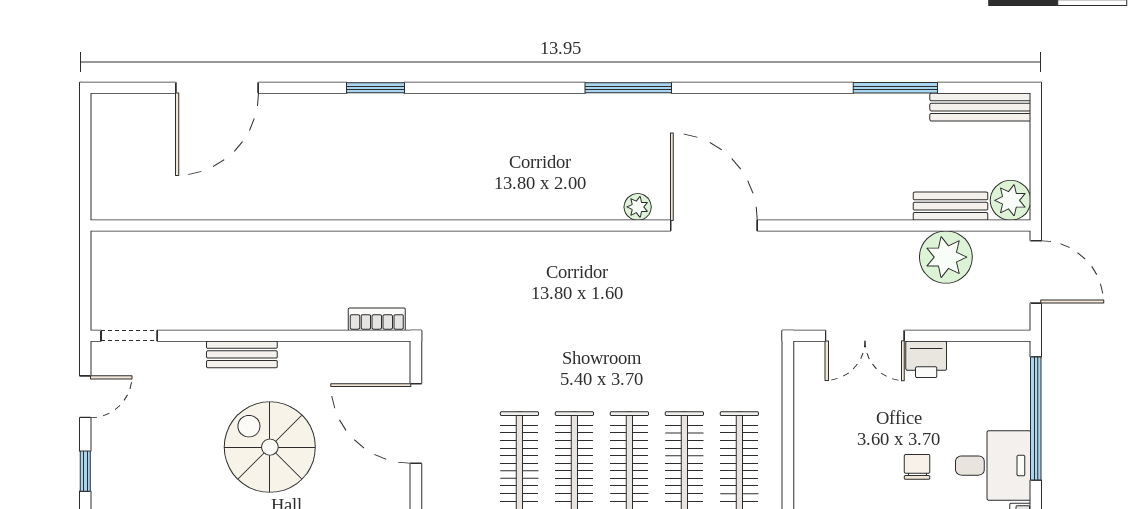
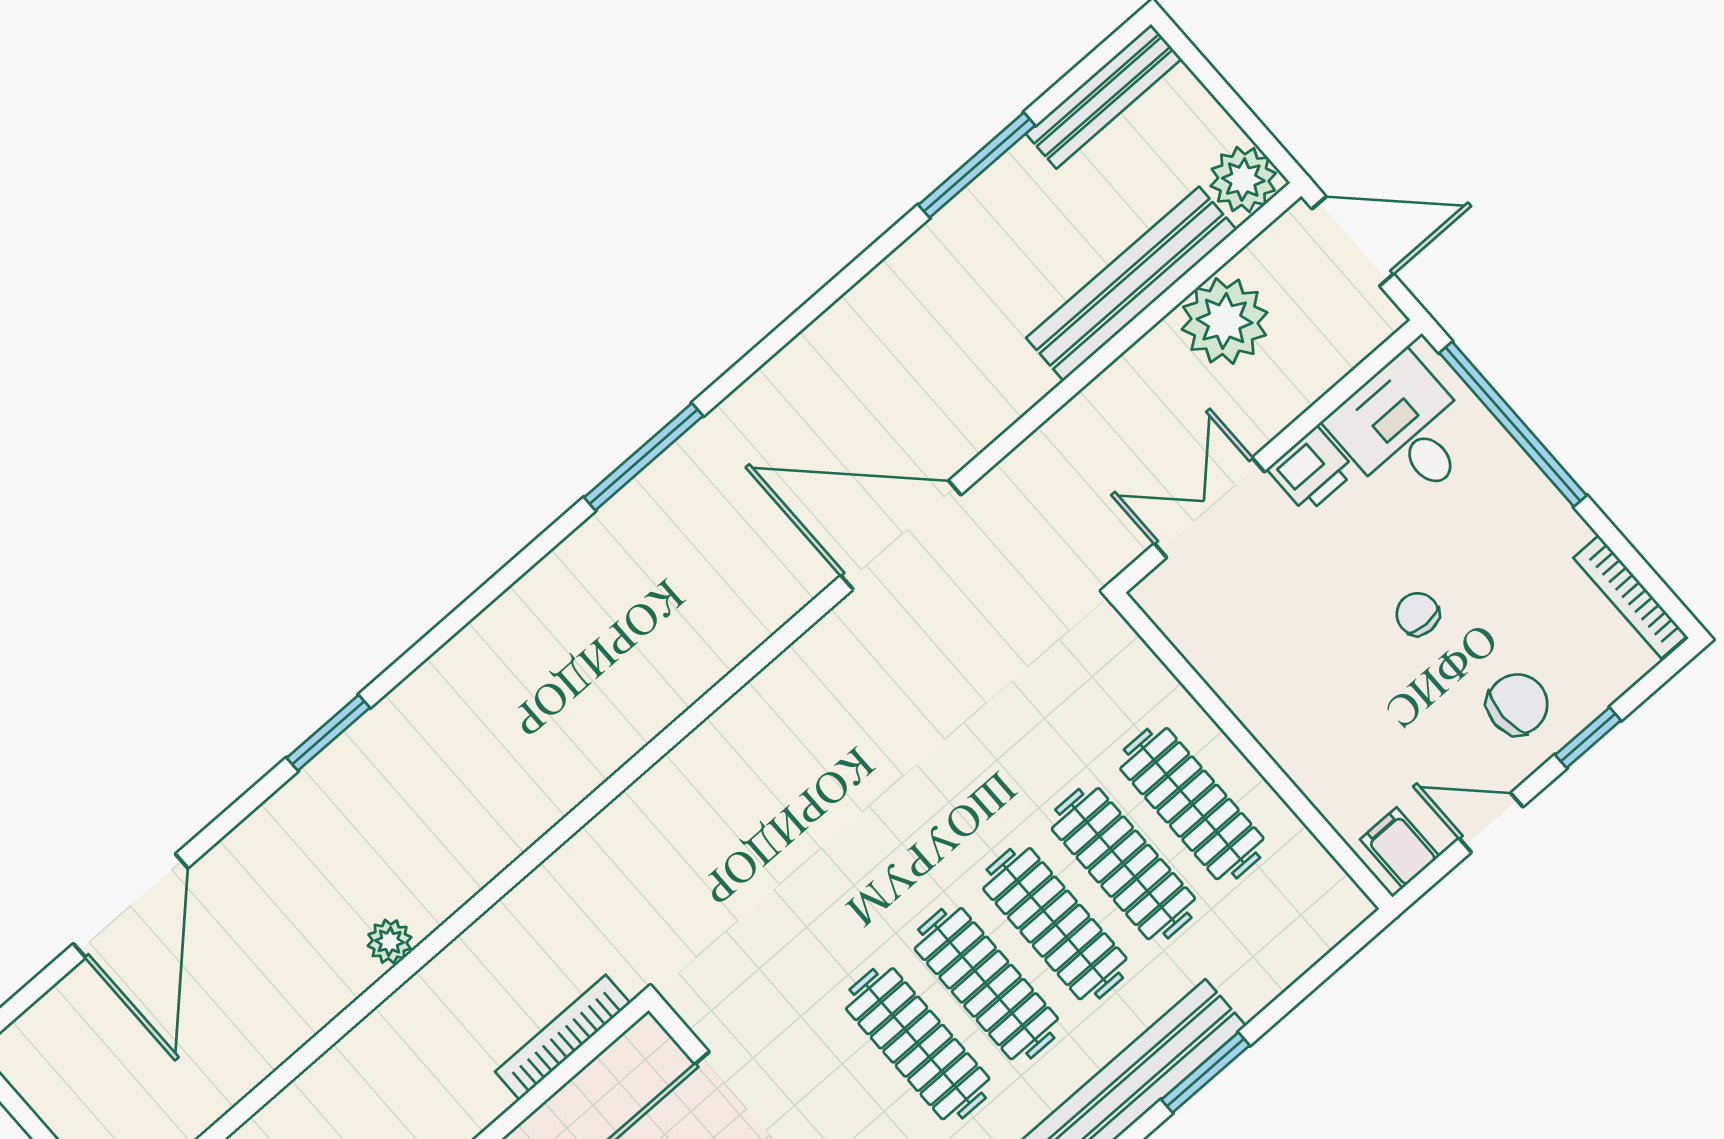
bench: (951, 206) -> (1131, 284), width x1.86, depth x1.21
plant: (638, 207) -> (390, 942), moved
bookcase: (377, 319) -> (563, 1037), width x1.56
double door: (865, 336) -> (1209, 508), swing flipped
desk: (993, 466) -> (1404, 431), moved, turned -90

